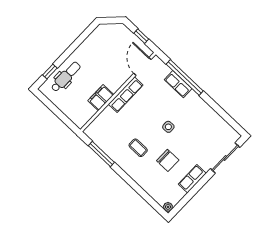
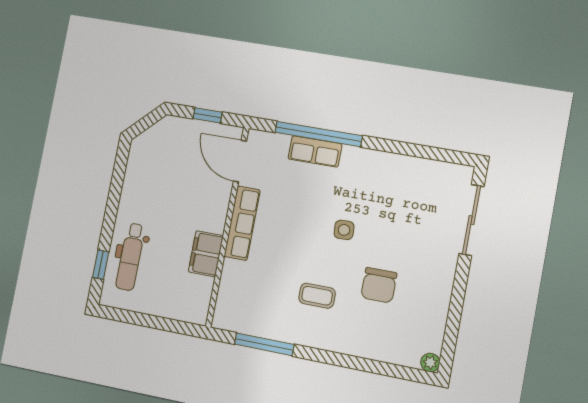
dental chair: (66, 77) -> (130, 257), turned 180
chair: (168, 160) -> (379, 285), turned 90
row of seats: (192, 179) -> (440, 290), removed

